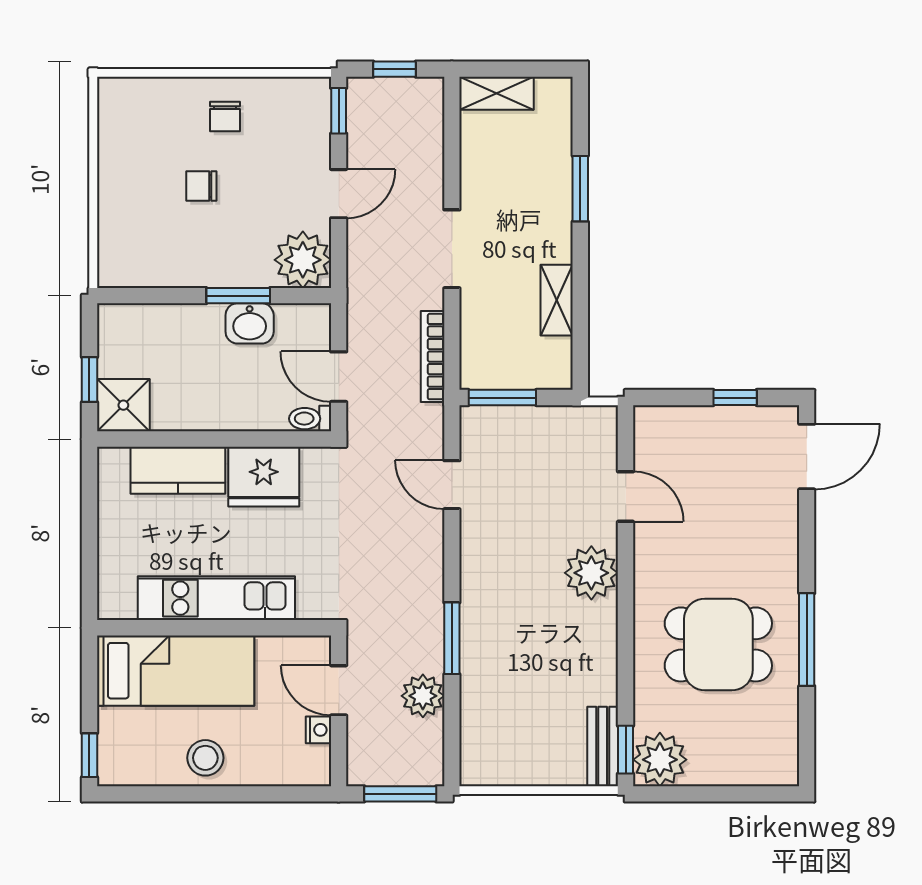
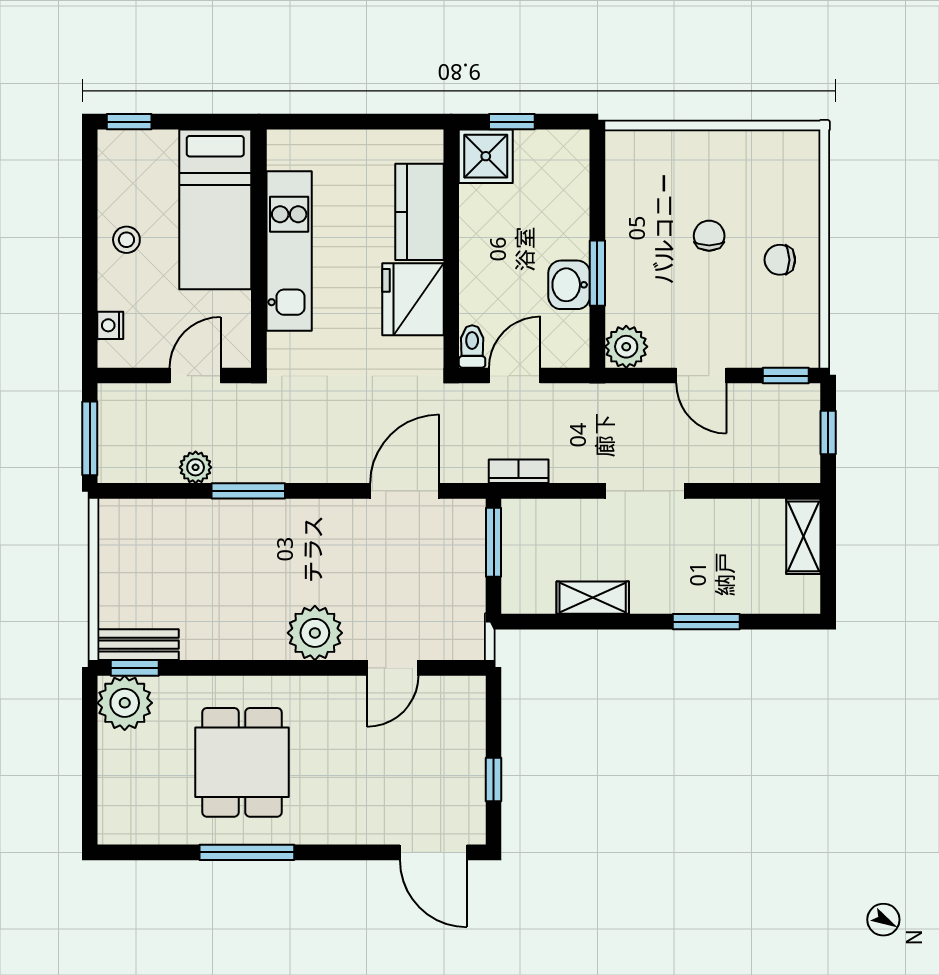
plant: (303, 260) -> (626, 347), width x0.73, depth x0.73
bookcase: (433, 357) -> (519, 471), width x0.64
door: (452, 485) -> (405, 491), width x1.37
plant: (423, 696) -> (196, 467), width x0.73, depth x0.73
nightstand: (318, 730) -> (110, 325), moved, turned 90
stool: (205, 758) -> (126, 240), width x0.73, depth x0.73

